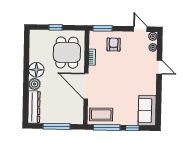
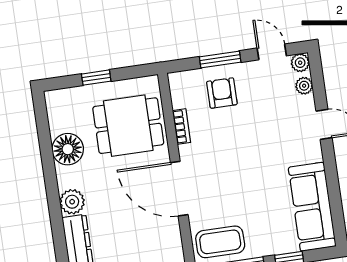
window: (103, 28) -> (220, 59), moved
dining table: (67, 53) -> (128, 126), turned 90
floor lamp: (36, 70) -> (68, 149), moved
sofa: (147, 111) -> (312, 207), width x1.36

